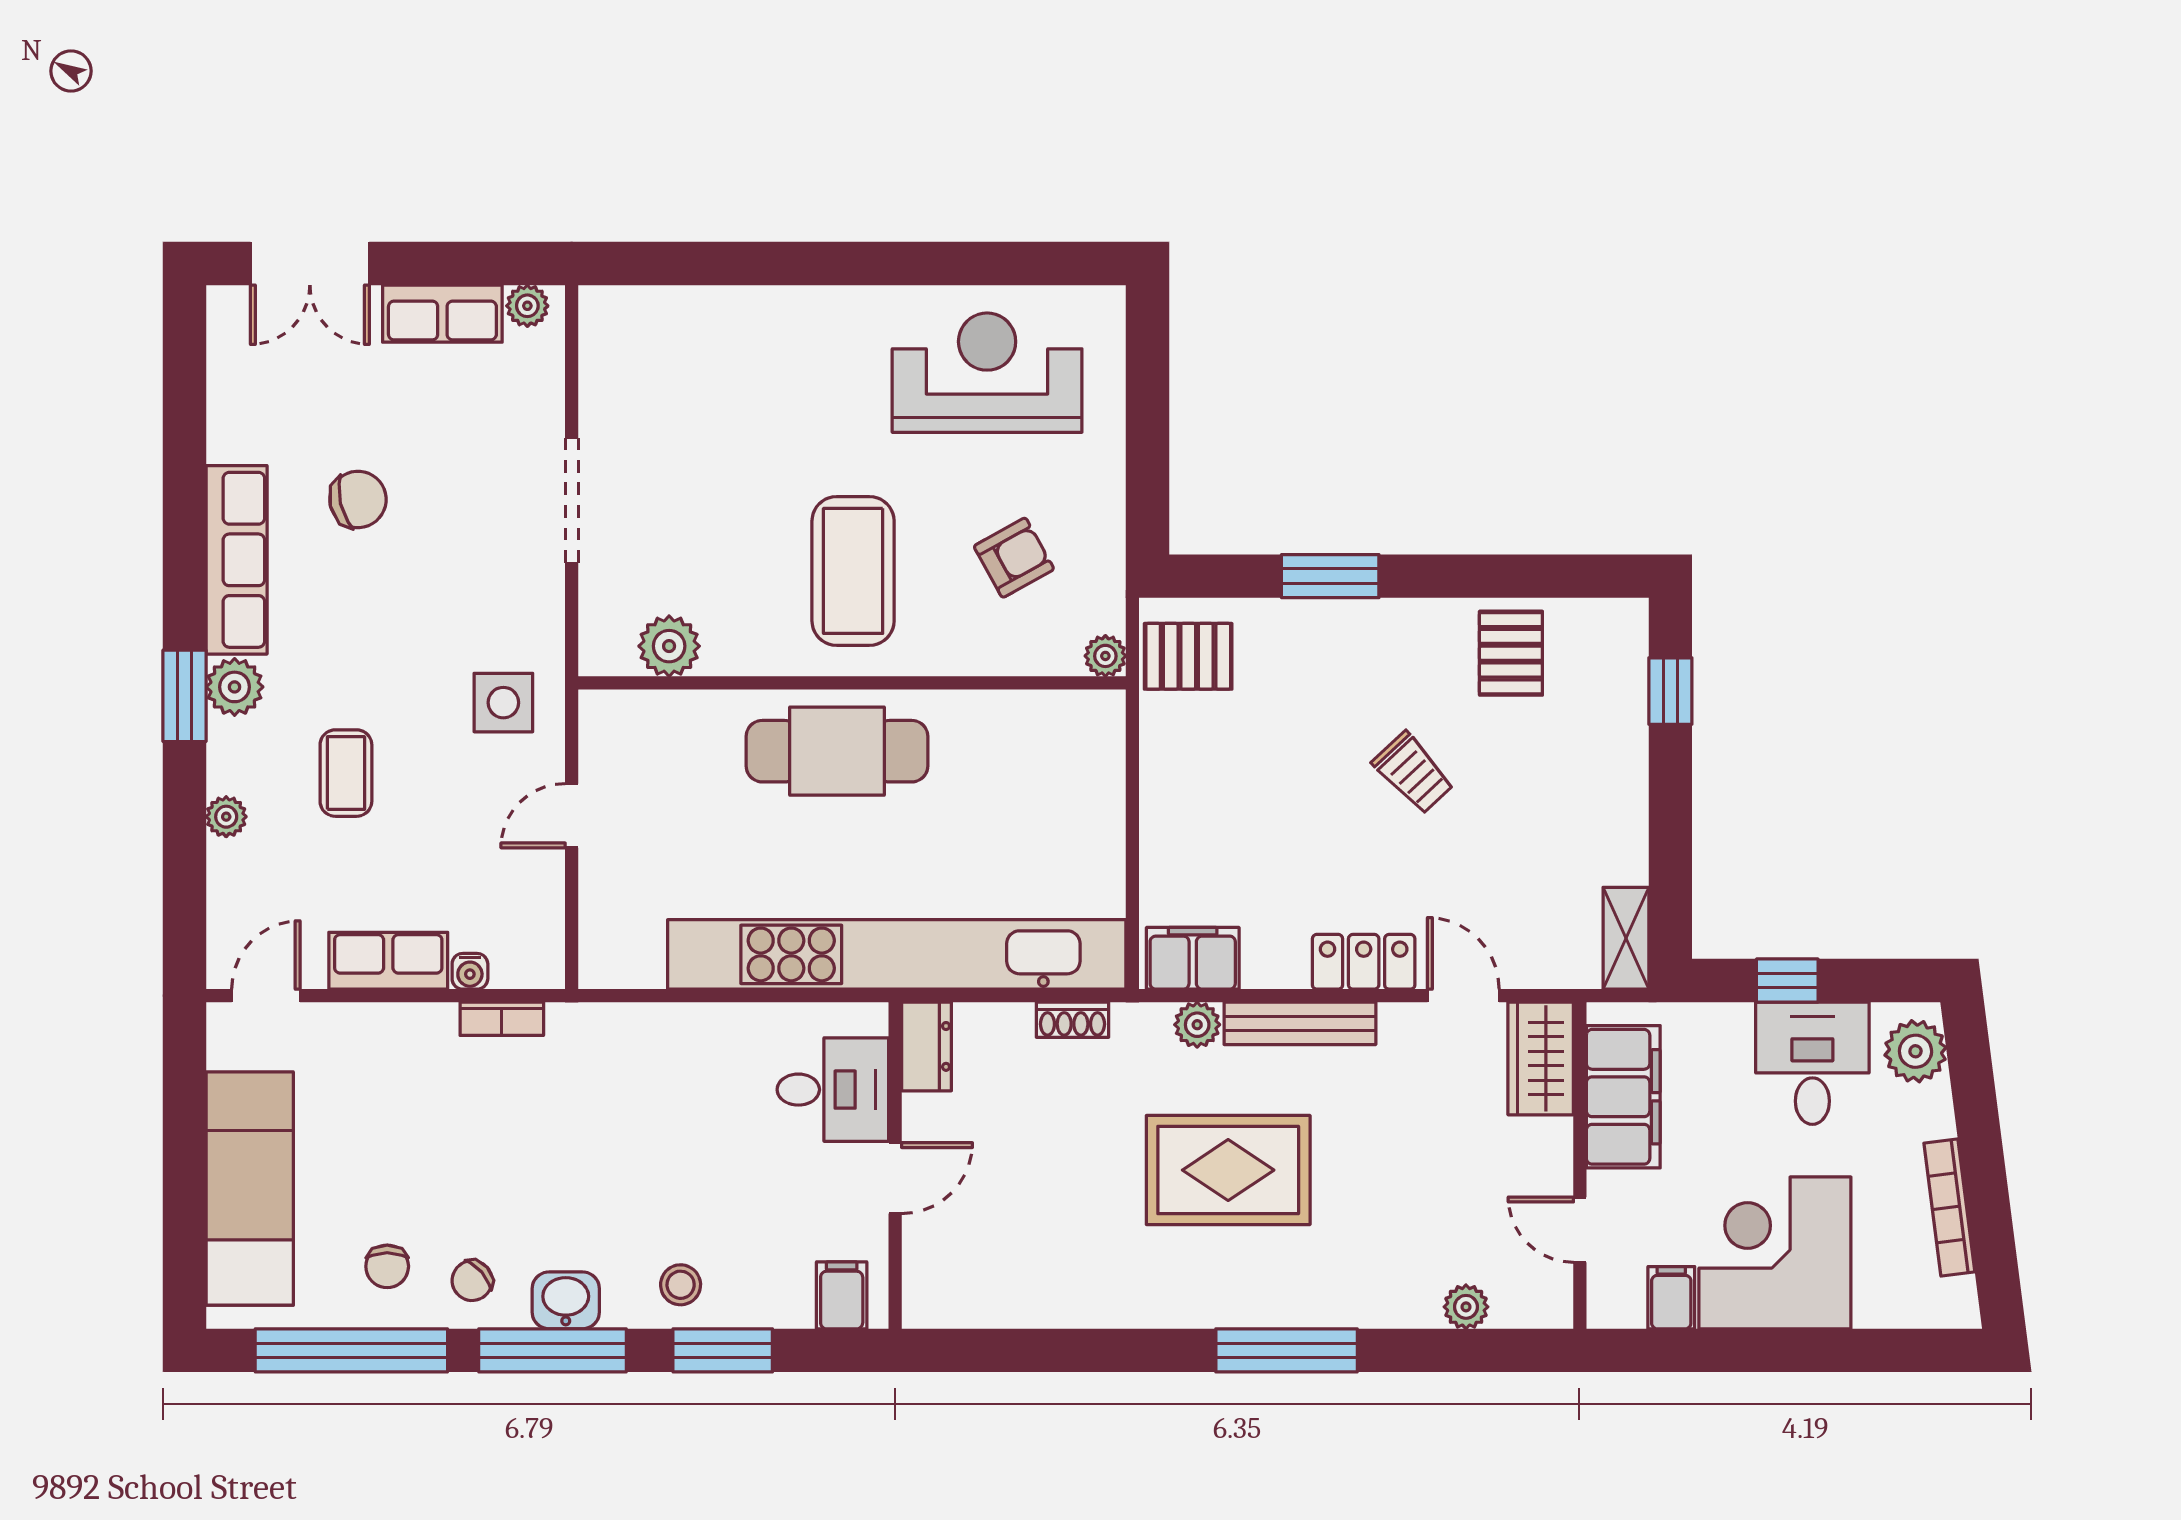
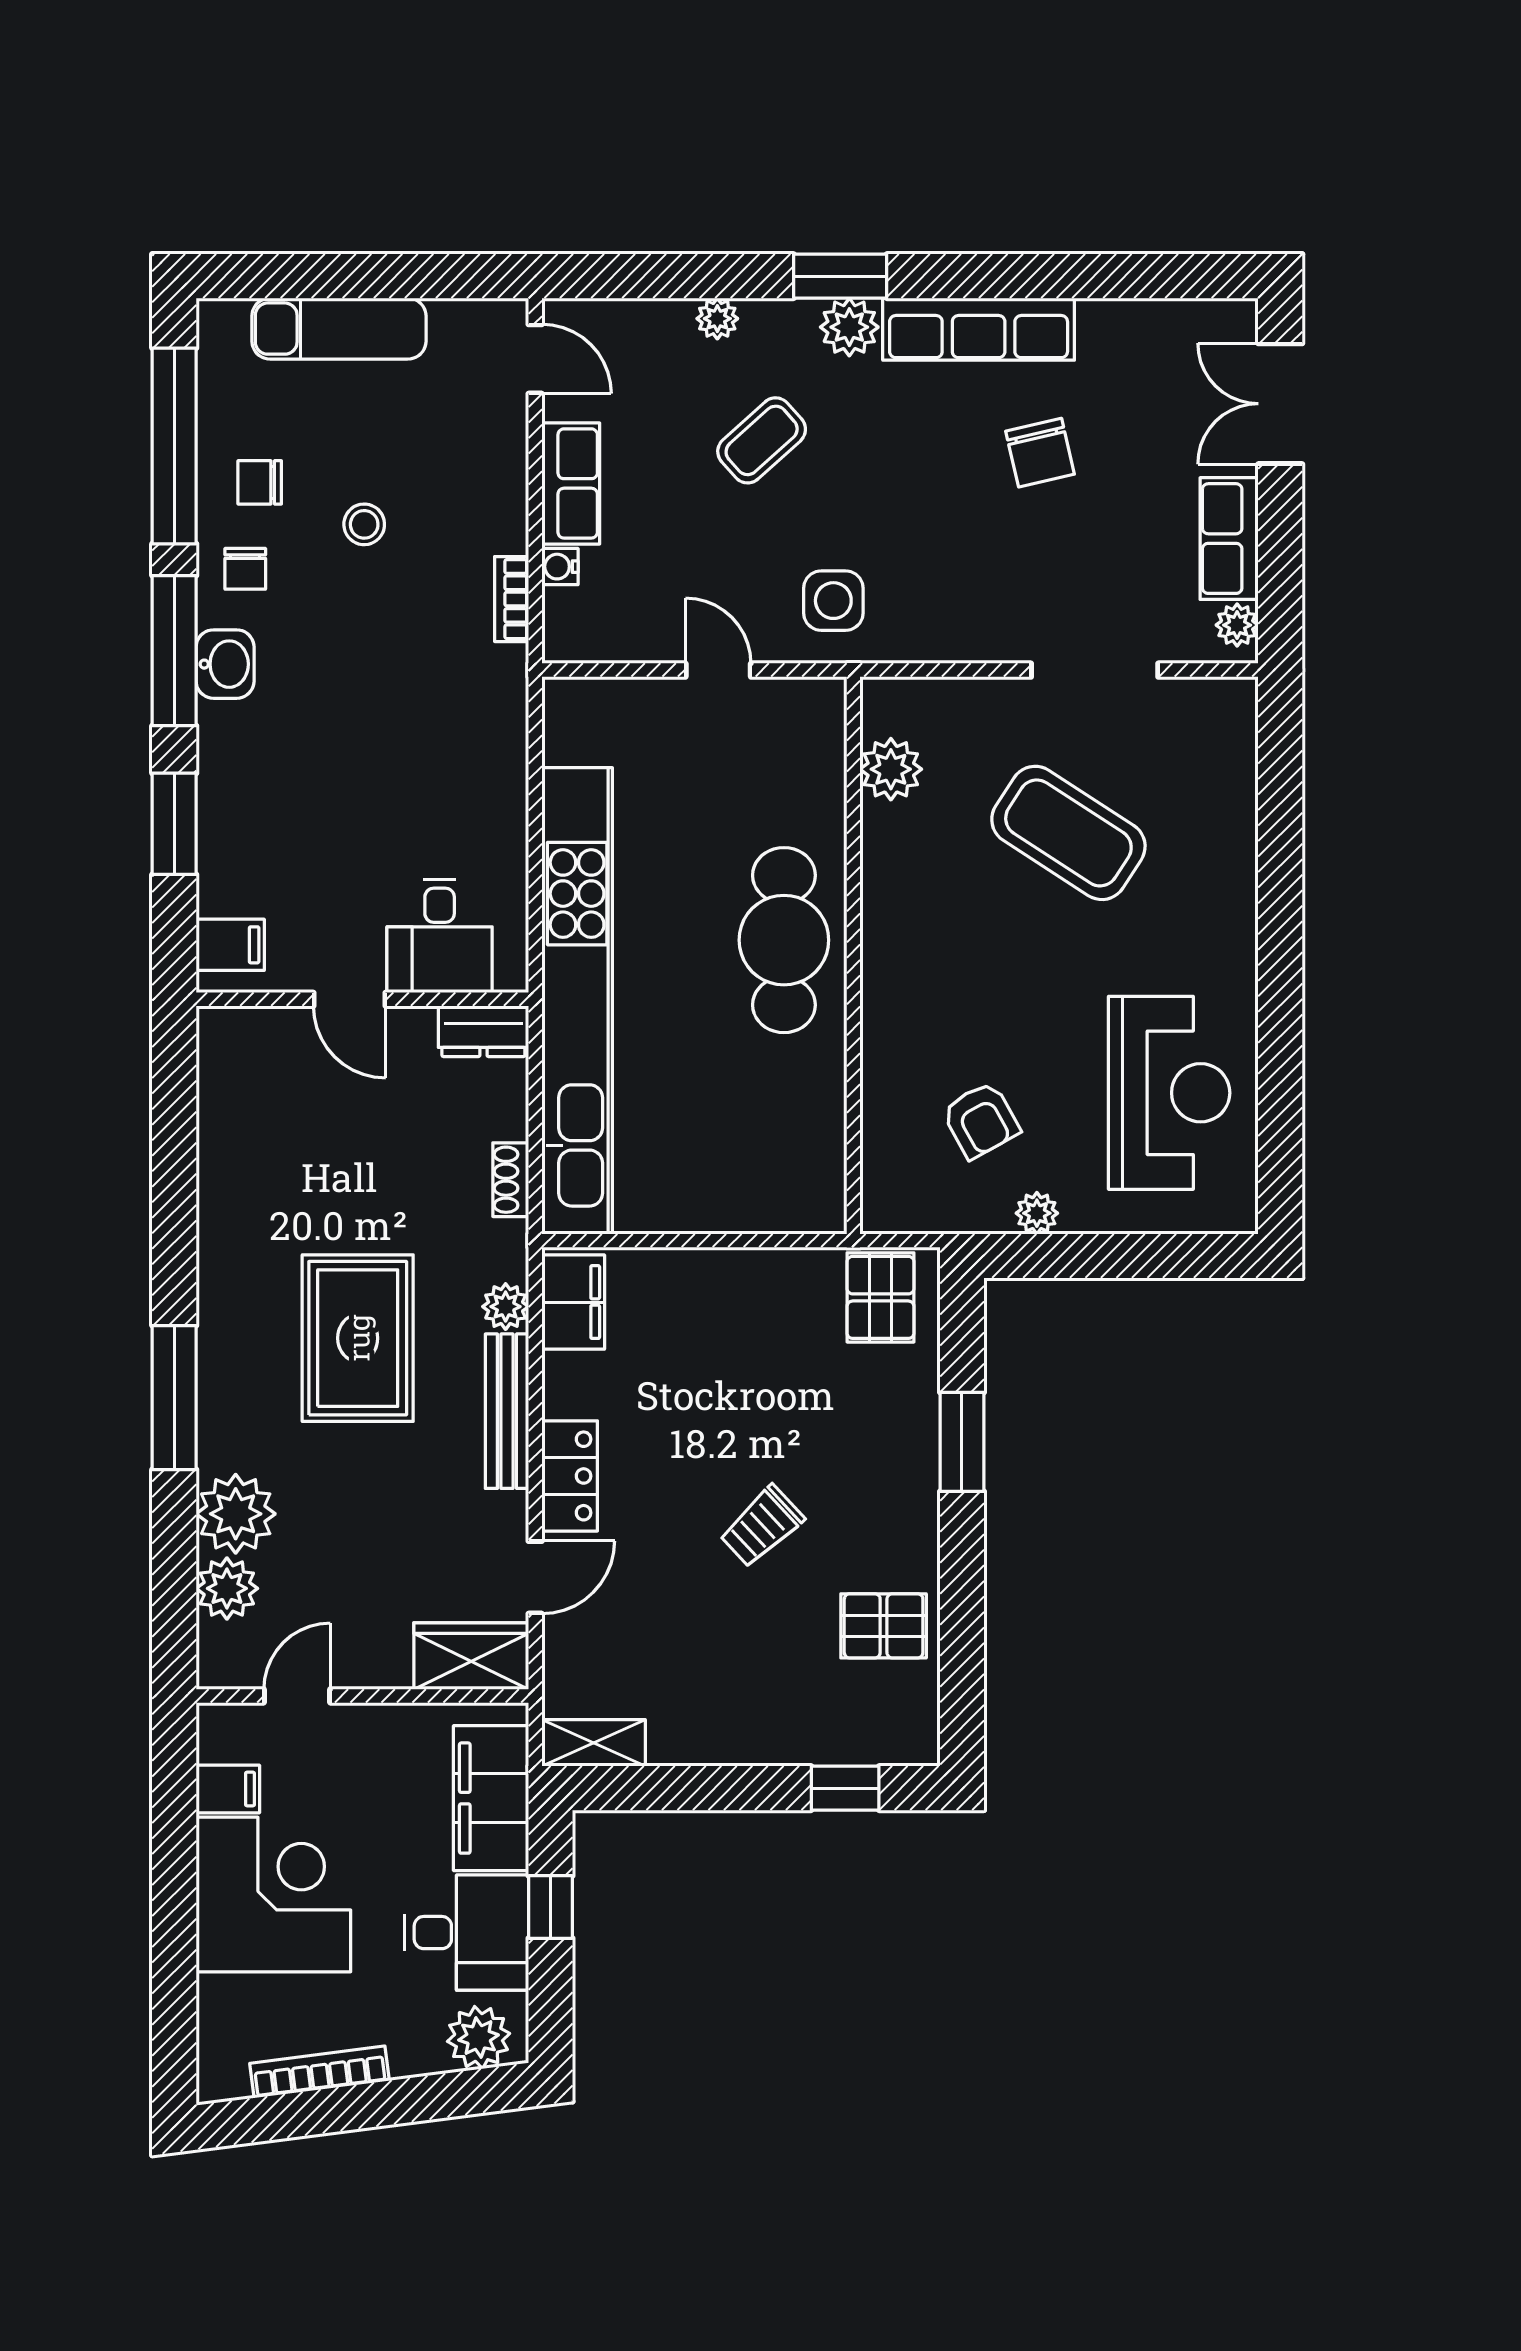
doorway: (572, 500) -> (1095, 670), moved
coffee table: (853, 571) -> (1068, 833), moved, turned 33
plant: (1105, 656) -> (1037, 1213), moved
coffee table: (346, 773) -> (762, 440), turned -42
filing cabinet: (1623, 1097) -> (491, 1798), moved, turned 90
exam couch: (250, 1188) -> (339, 329), width x0.73, depth x0.69
chair: (472, 1281) -> (245, 569), turned -139
stool: (681, 1285) -> (364, 524), moved
plant: (1401, 1290) -> (236, 1514), added
plant: (1466, 1307) -> (227, 1588), width x1.38, depth x1.38

